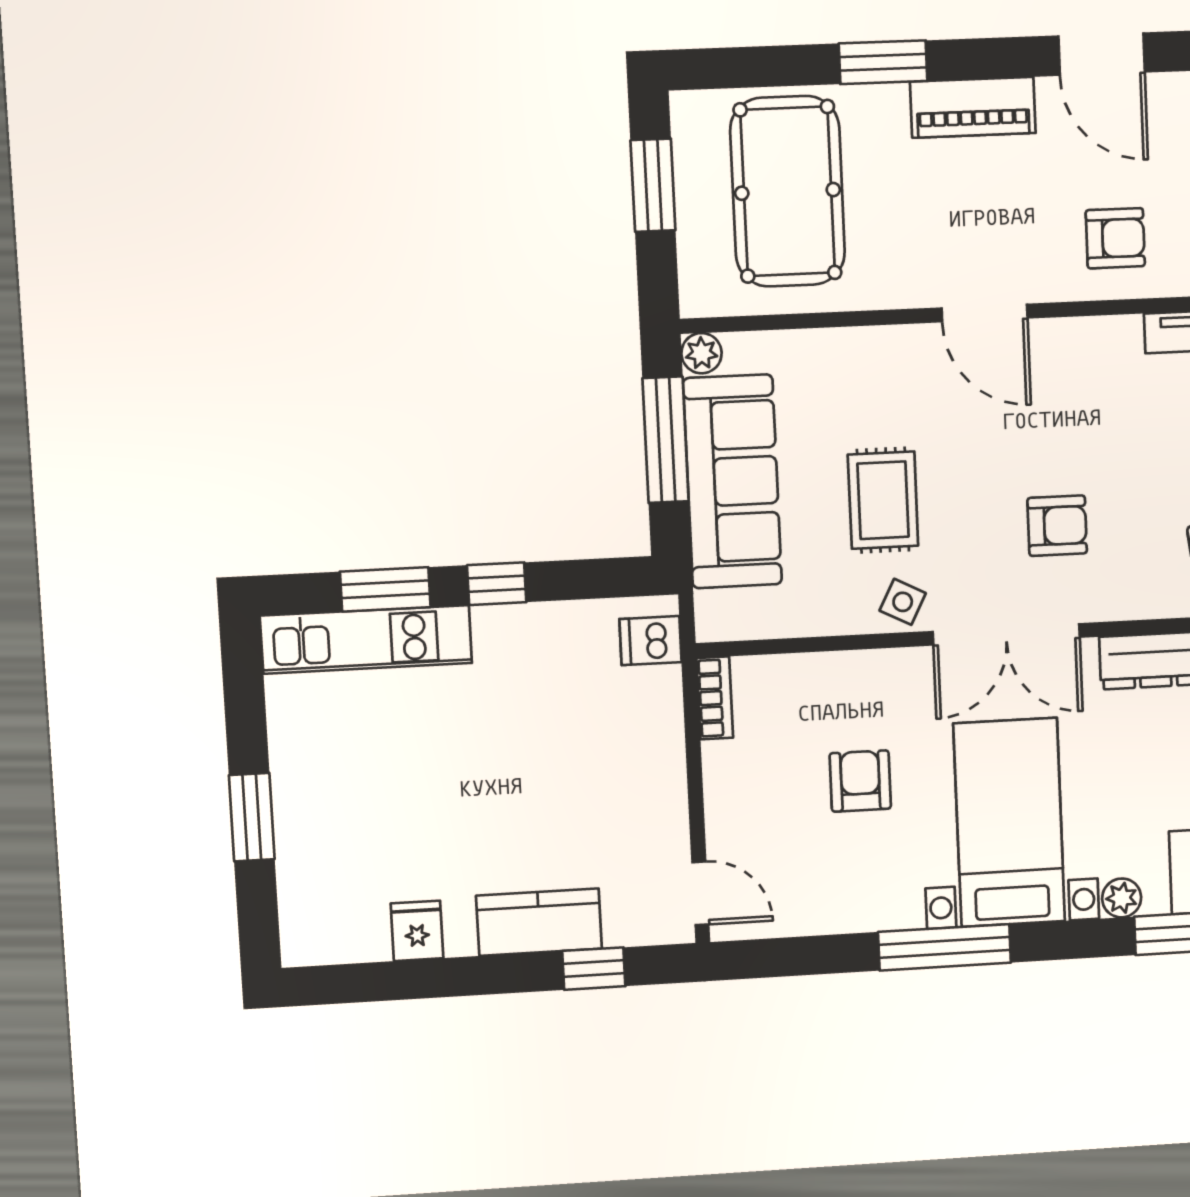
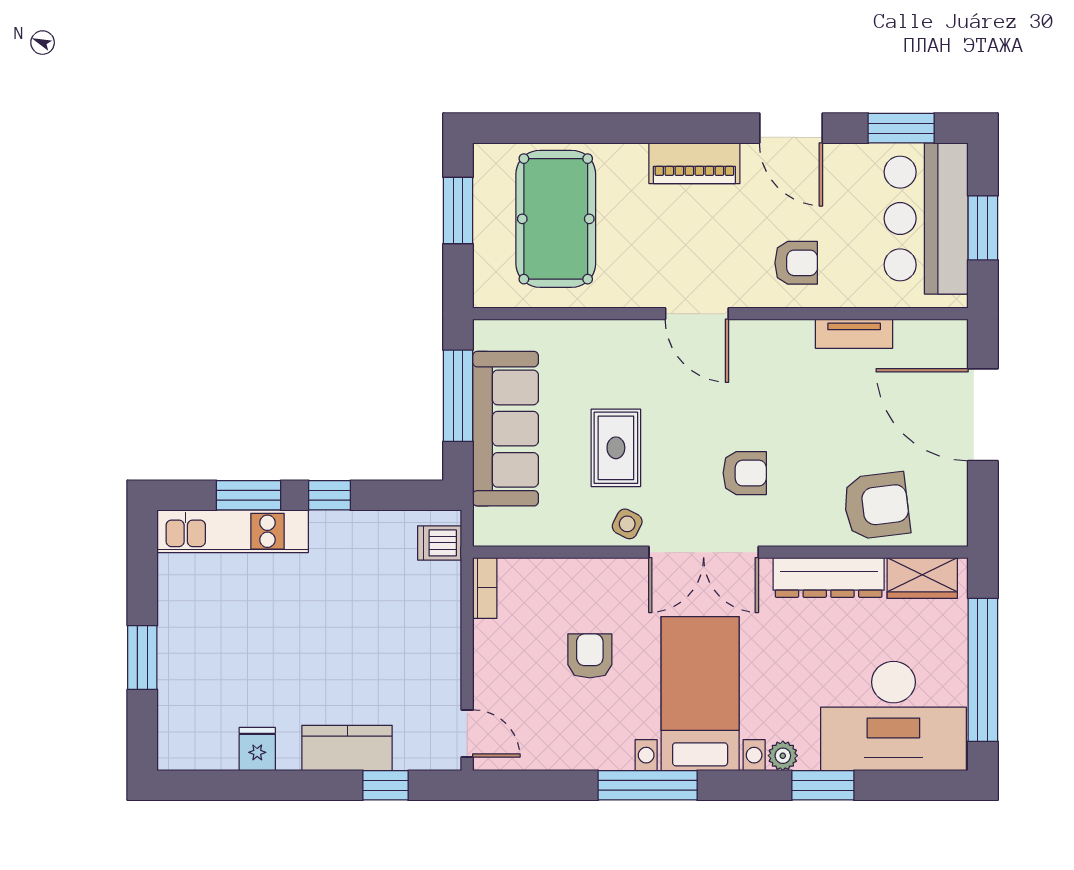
window: (883, 62) -> (630, 128), removed
plant: (702, 353) -> (487, 334), removed

